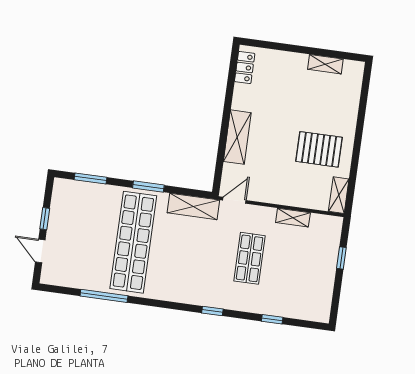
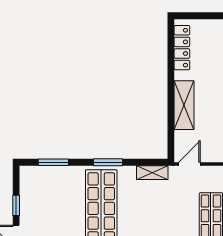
locker: (245, 68) -> (182, 48), width x1.53
shelving: (193, 206) -> (152, 173), width x0.67, depth x0.75

